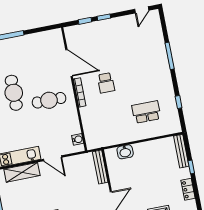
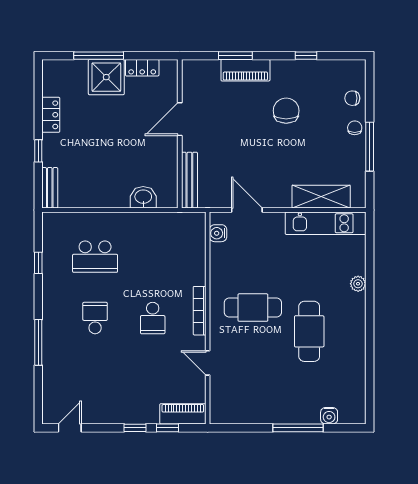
piano: (78, 31) -> (183, 414), added
door: (69, 63) -> (208, 363), width x0.53
school desk: (139, 76) -> (95, 318), added
school desk: (106, 83) -> (153, 318), turned 180
bench: (181, 151) -> (50, 188), width x0.73
door: (53, 158) -> (247, 210), moved

